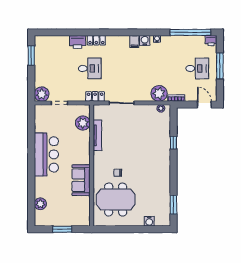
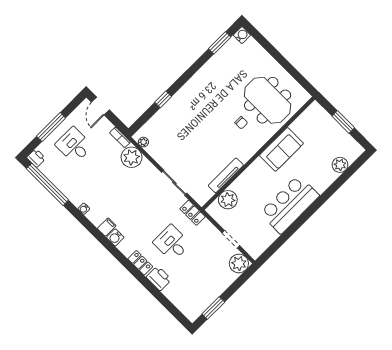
water cooler: (145, 40) -> (115, 237), moved
water cooler: (149, 221) -> (242, 35), moved

